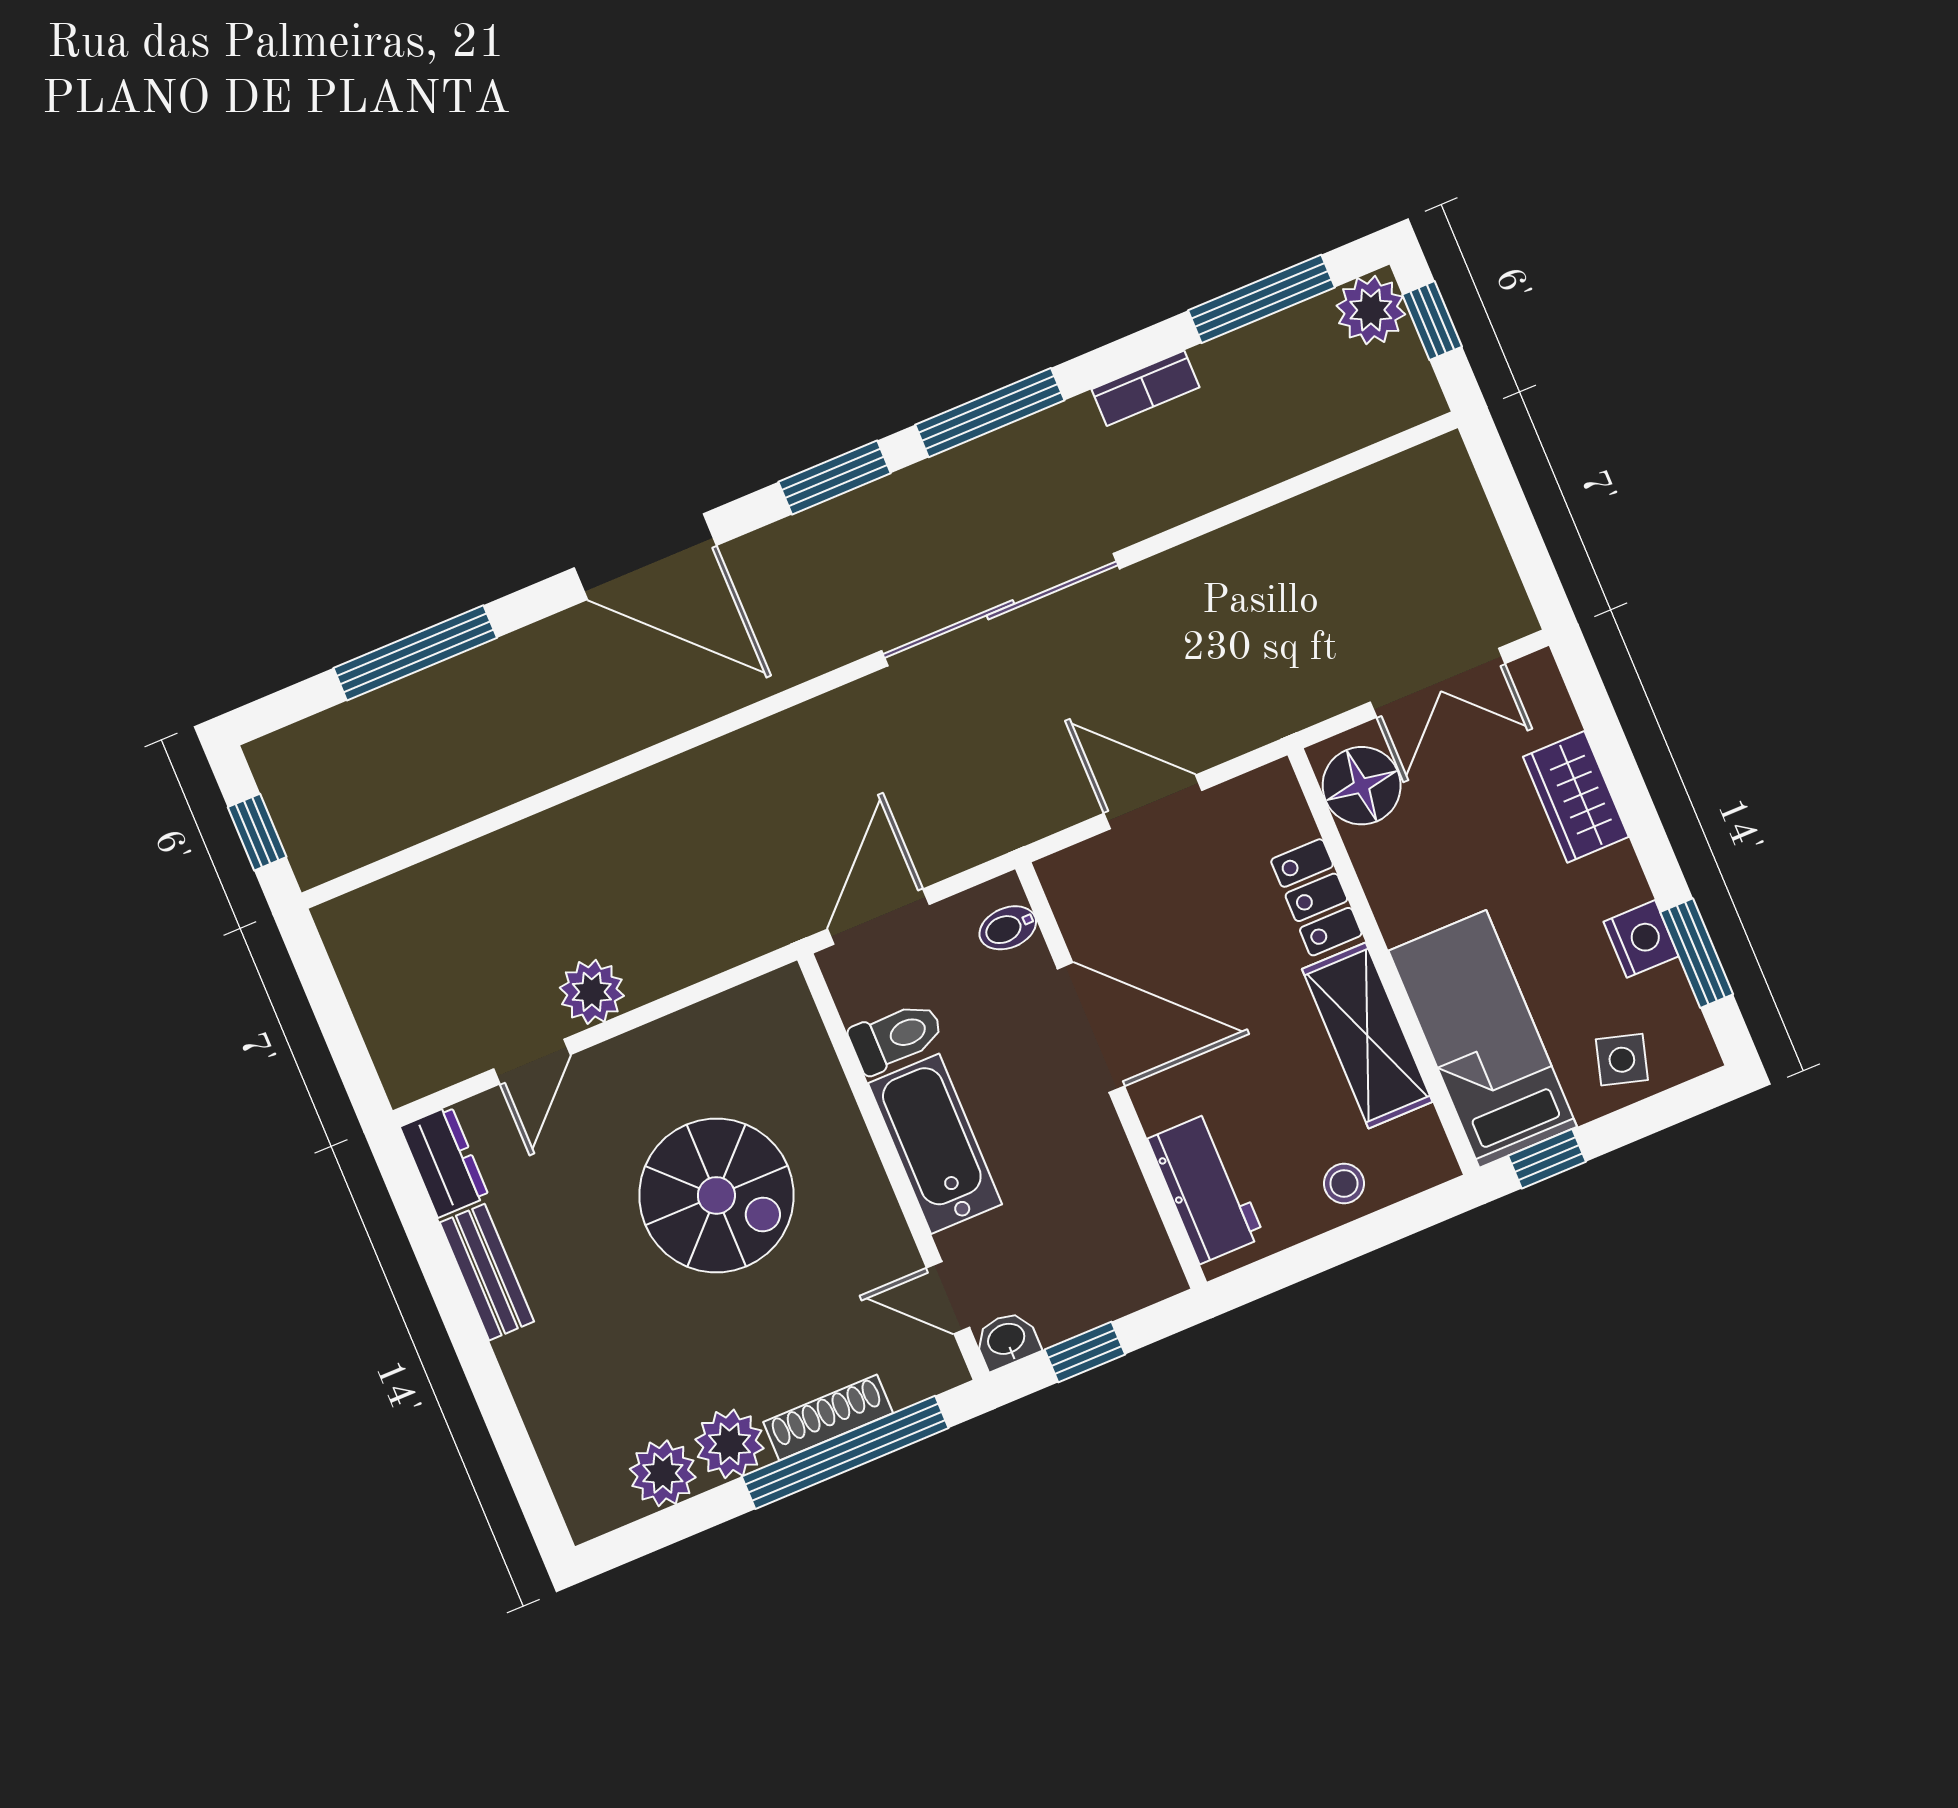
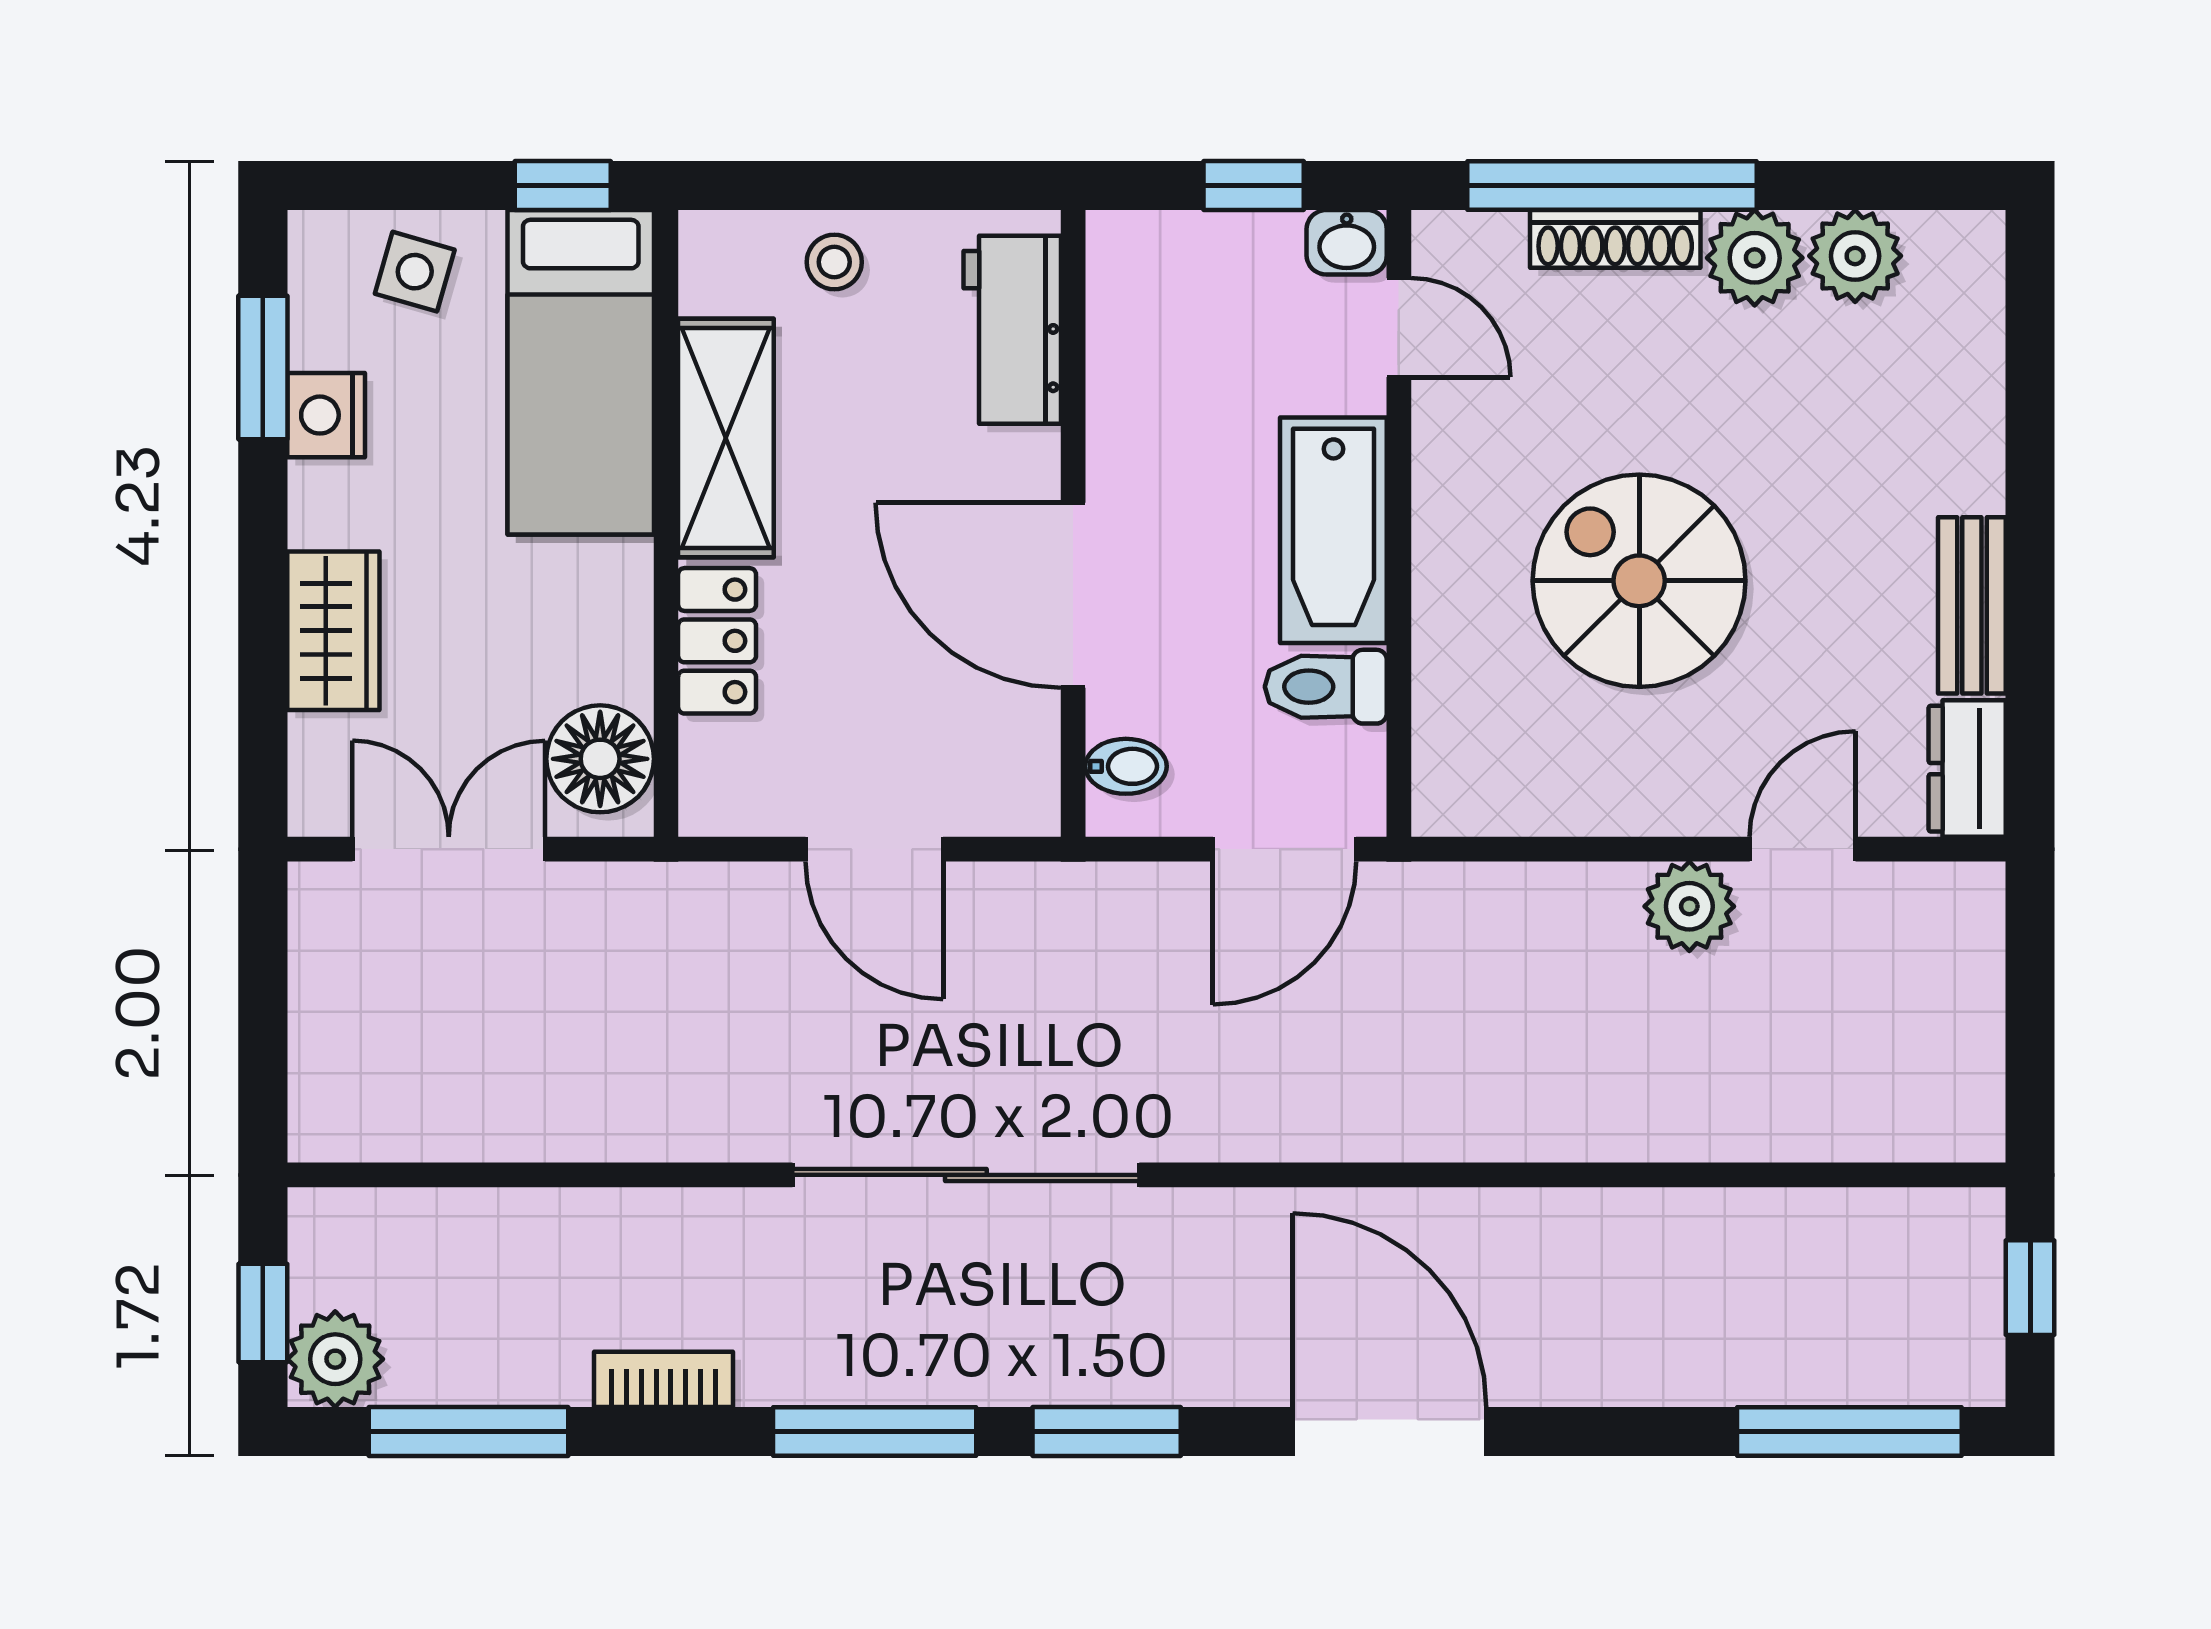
window: (415, 653) -> (1849, 1431), moved

